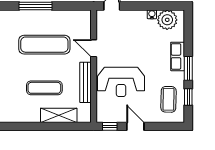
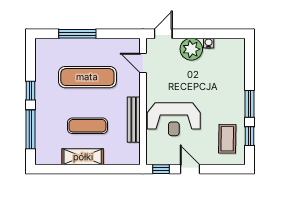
plant: (167, 20) -> (191, 49), moved
door: (94, 48) -> (143, 63), moved
row of seats: (178, 56) -> (238, 90), removed
shelving: (59, 115) -> (83, 157), moved

